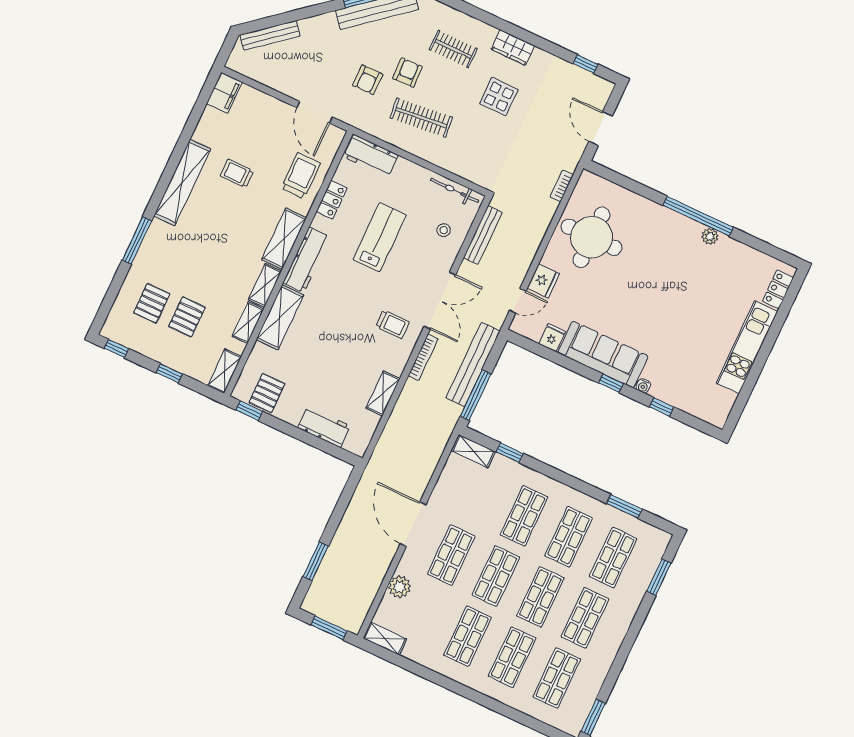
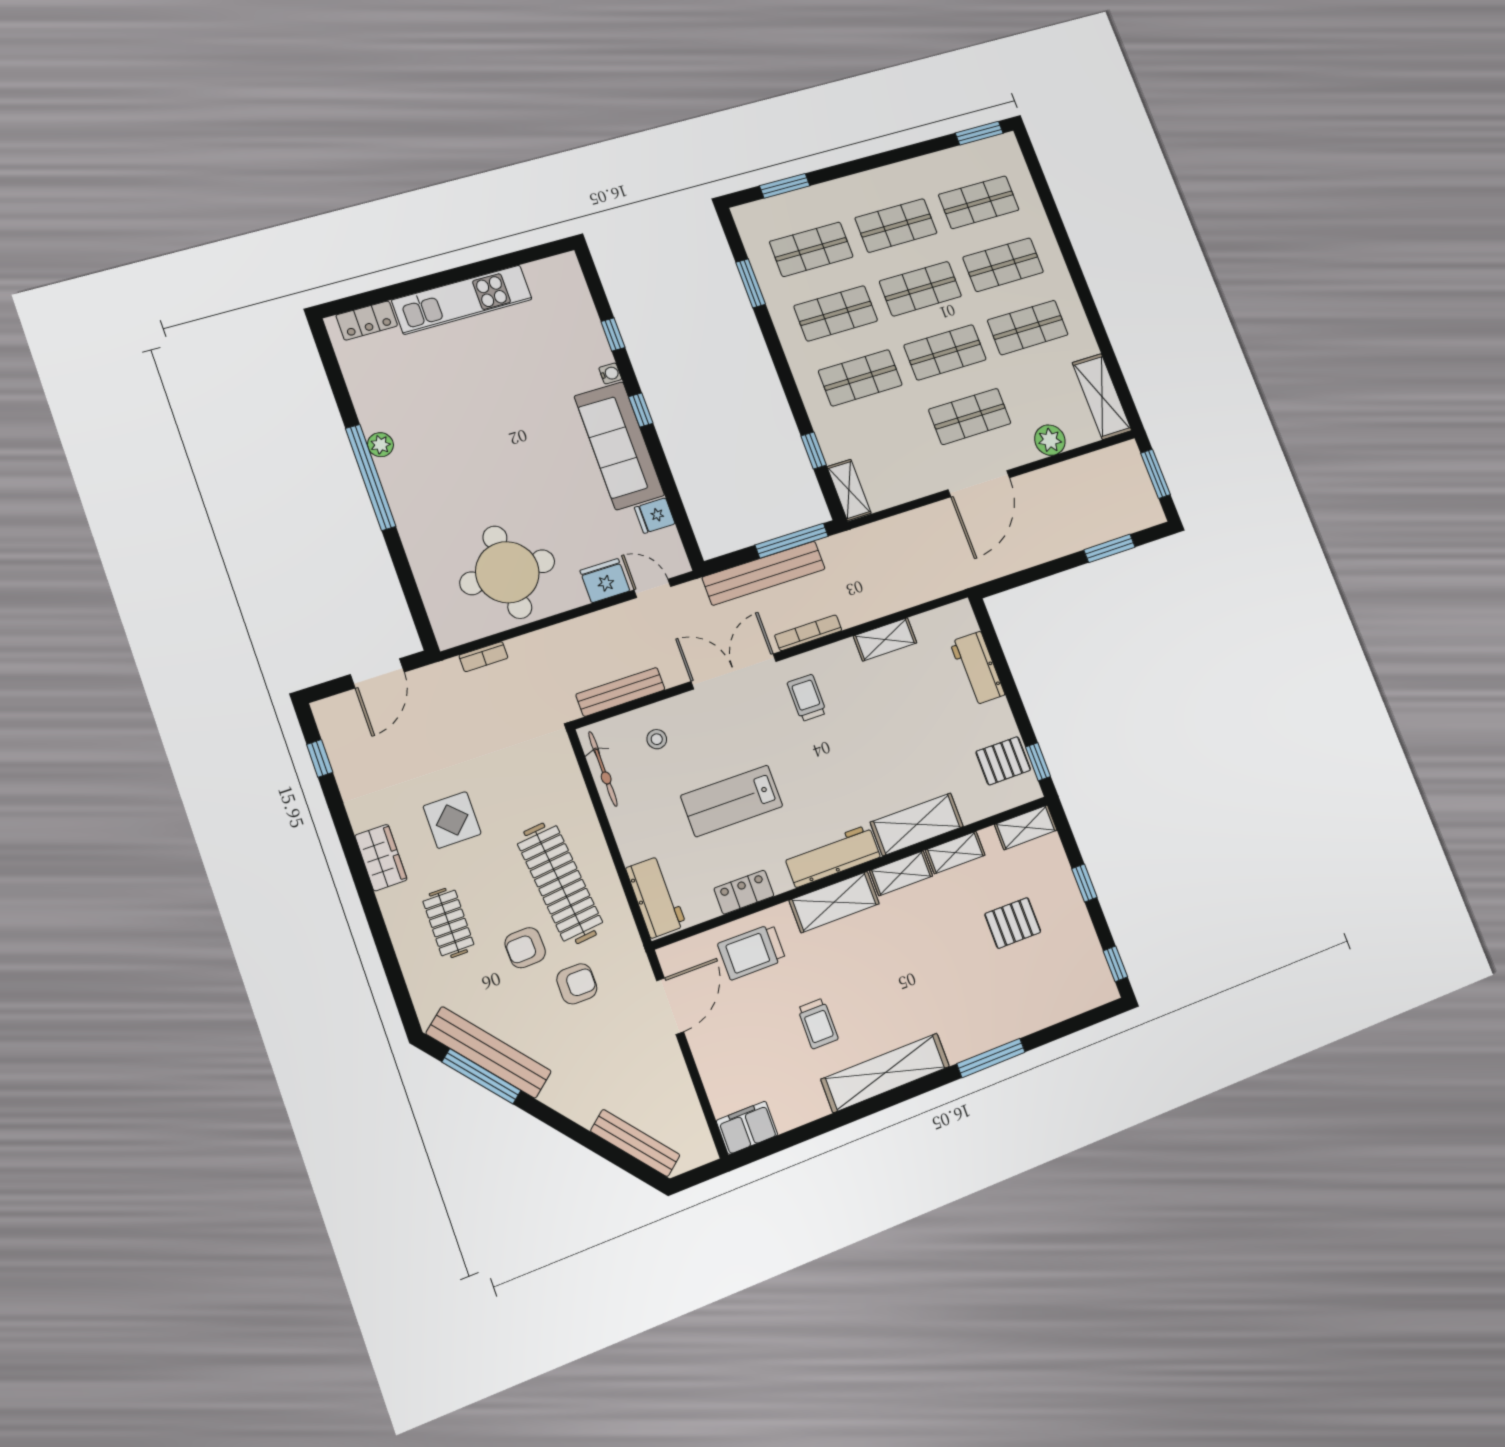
clothes rail: (421, 118) -> (560, 883), width x1.37, depth x1.31
pallet: (152, 303) -> (1036, 975), removed
shelving: (385, 639) -> (1102, 397), width x1.50, depth x1.33

